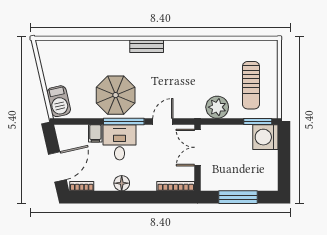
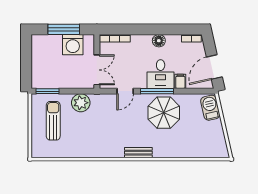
washing machine: (265, 137) -> (73, 45), moved, turned 90
door: (57, 167) -> (214, 67), moved

